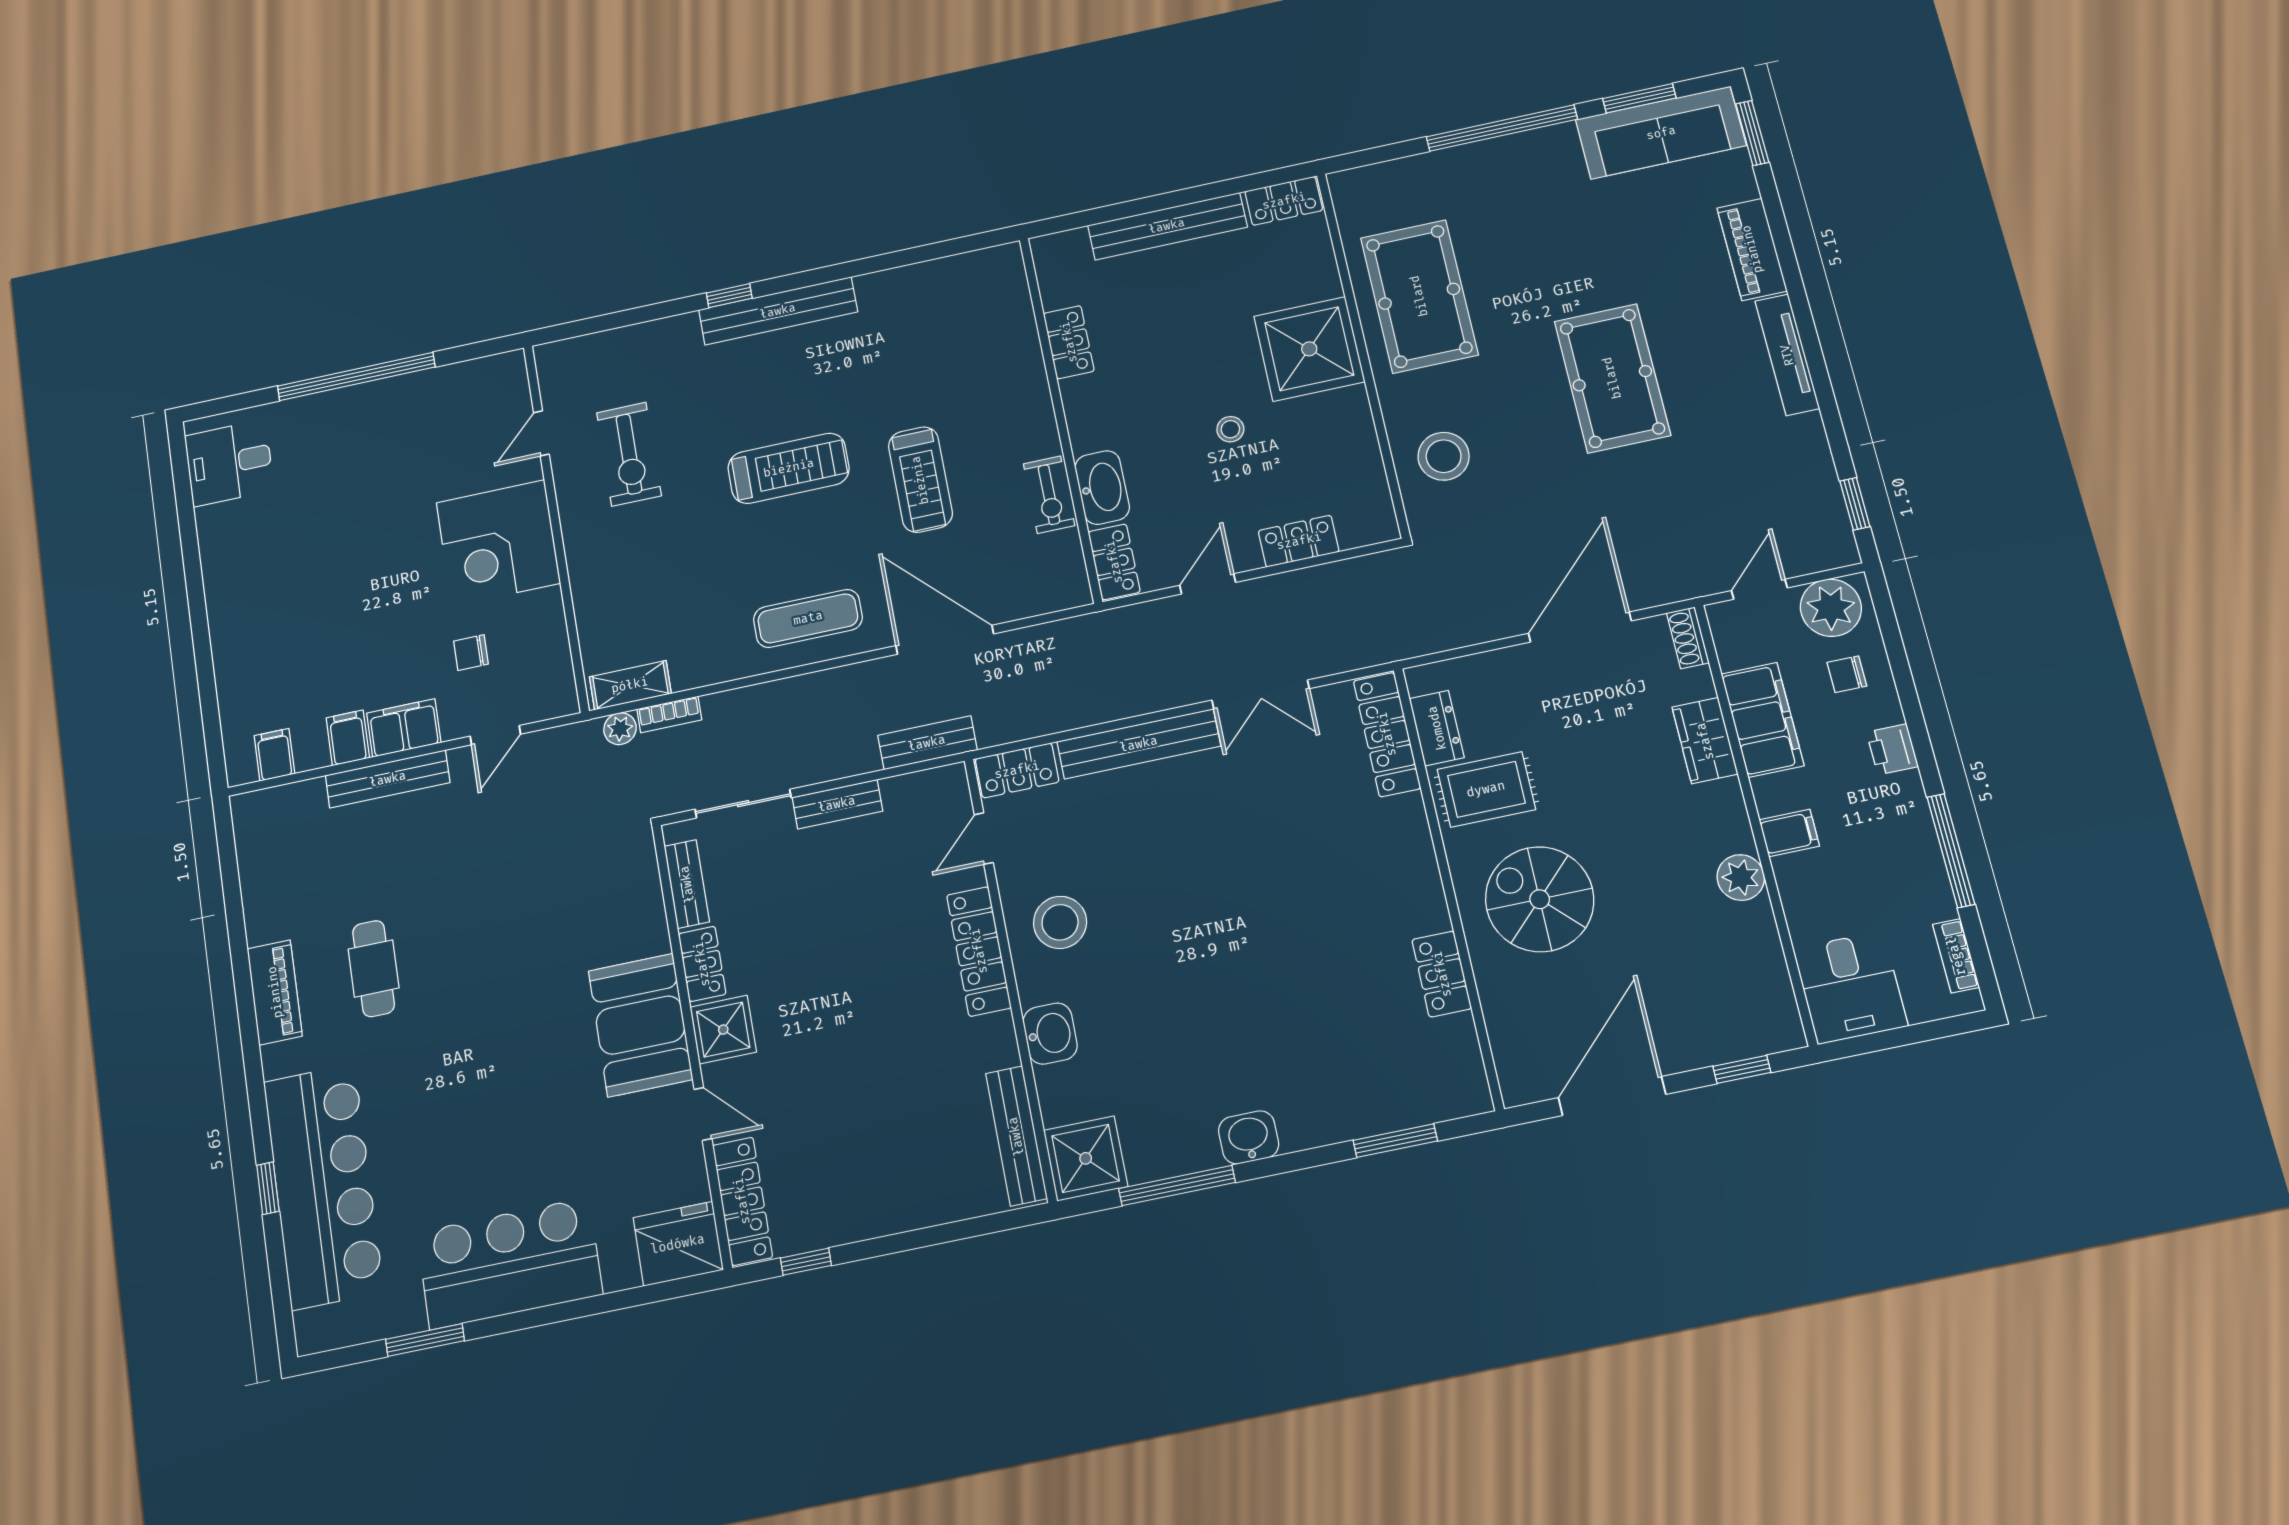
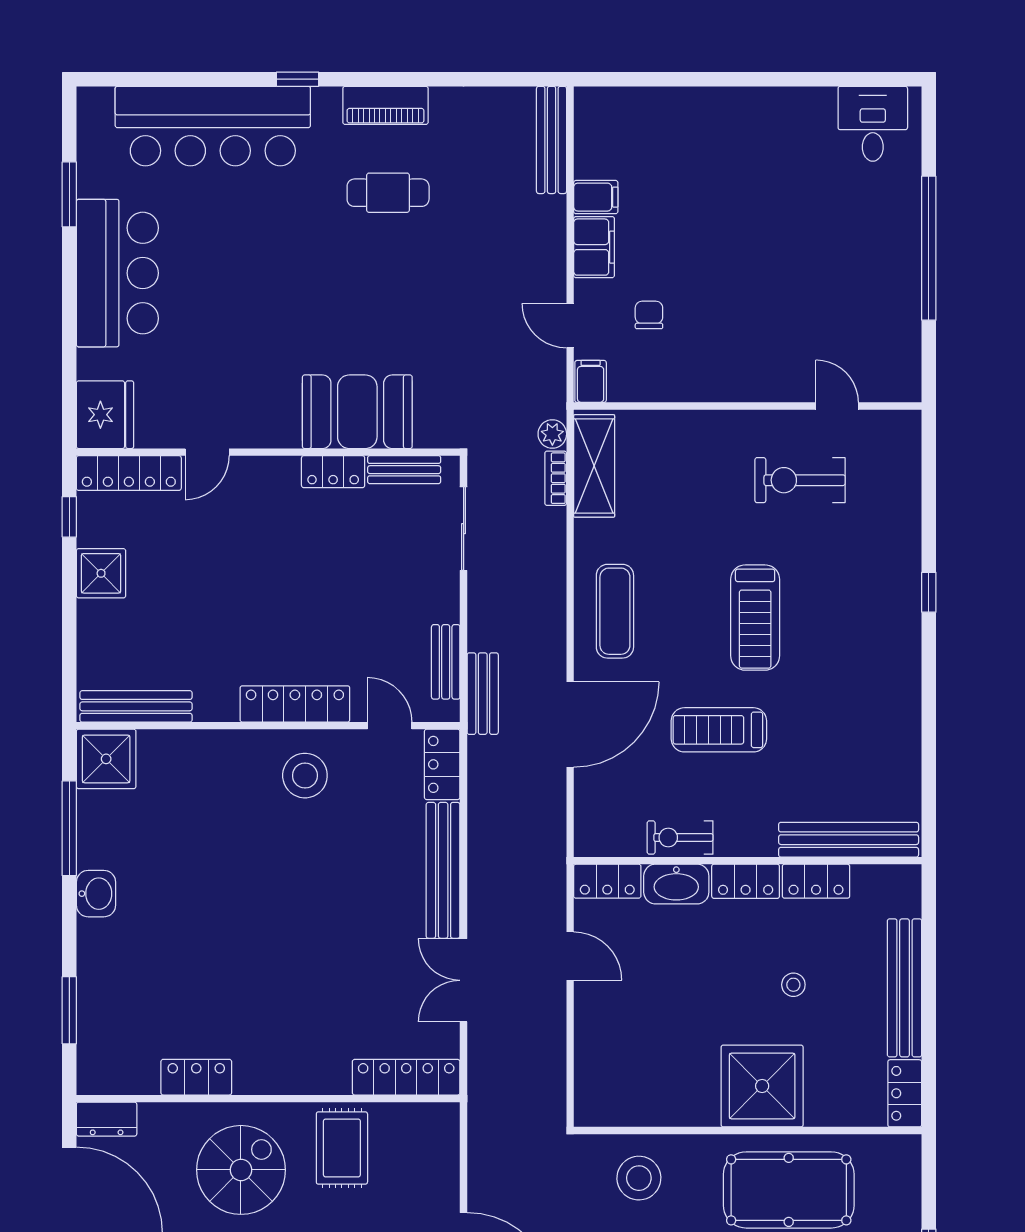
bench: (778, 311) -> (849, 840), moved, turned 90
stool: (1230, 429) -> (793, 985), moved
locker: (1299, 541) -> (746, 881), moved, turned 90
corner desk: (498, 543) -> (744, 353), removed
shelving: (630, 685) -> (594, 466), width x1.50, depth x1.33
dresser: (1437, 728) -> (107, 1119), moved
filing cabinet: (274, 755) -> (591, 381), moved, turned -90
bench: (388, 779) -> (552, 140), moved
bench: (837, 804) -> (446, 662), moved
booth: (640, 1025) -> (357, 412), moved
shower: (723, 1030) -> (101, 573), moved
washbasin: (1050, 1034) -> (214, 750), removed
window: (268, 1188) -> (298, 79), moved

